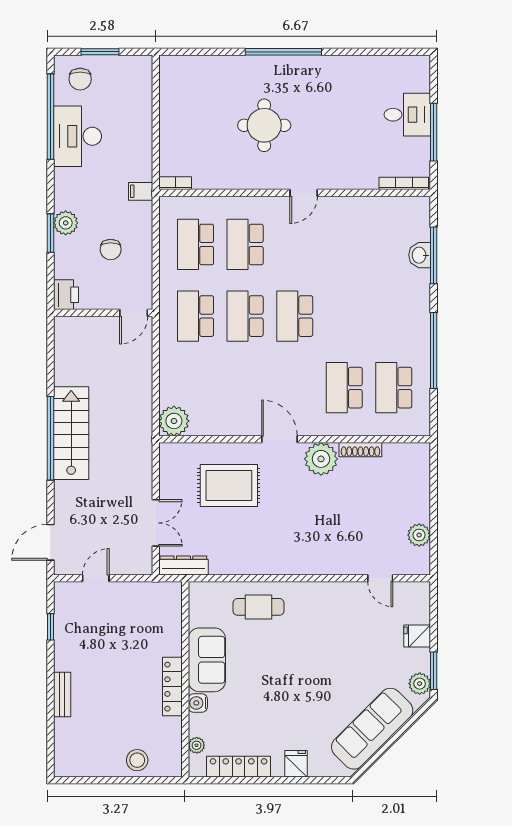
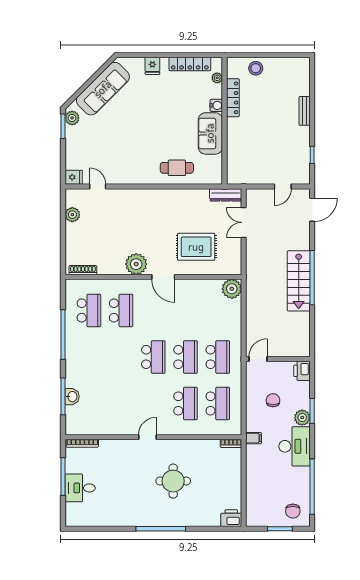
printer: (175, 68) -> (231, 518), added
chair: (80, 79) -> (293, 511), turned 180
desk: (77, 136) -> (295, 446), moved
shoe rack: (360, 450) -> (83, 270), moved
fridge: (417, 636) -> (74, 177), moved
locker: (172, 687) -> (233, 98), moved

